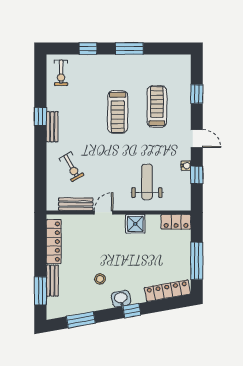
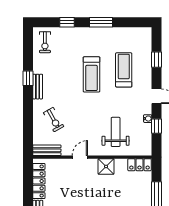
bench: (76, 204) -> (47, 150), moved

